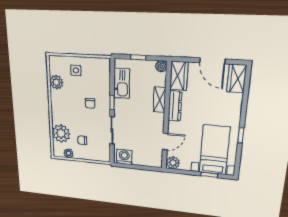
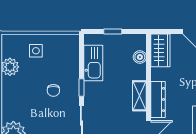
boiler: (161, 66) -> (140, 57), moved
shelving: (159, 100) -> (139, 96), moved
dresser: (175, 106) -> (158, 99), moved

